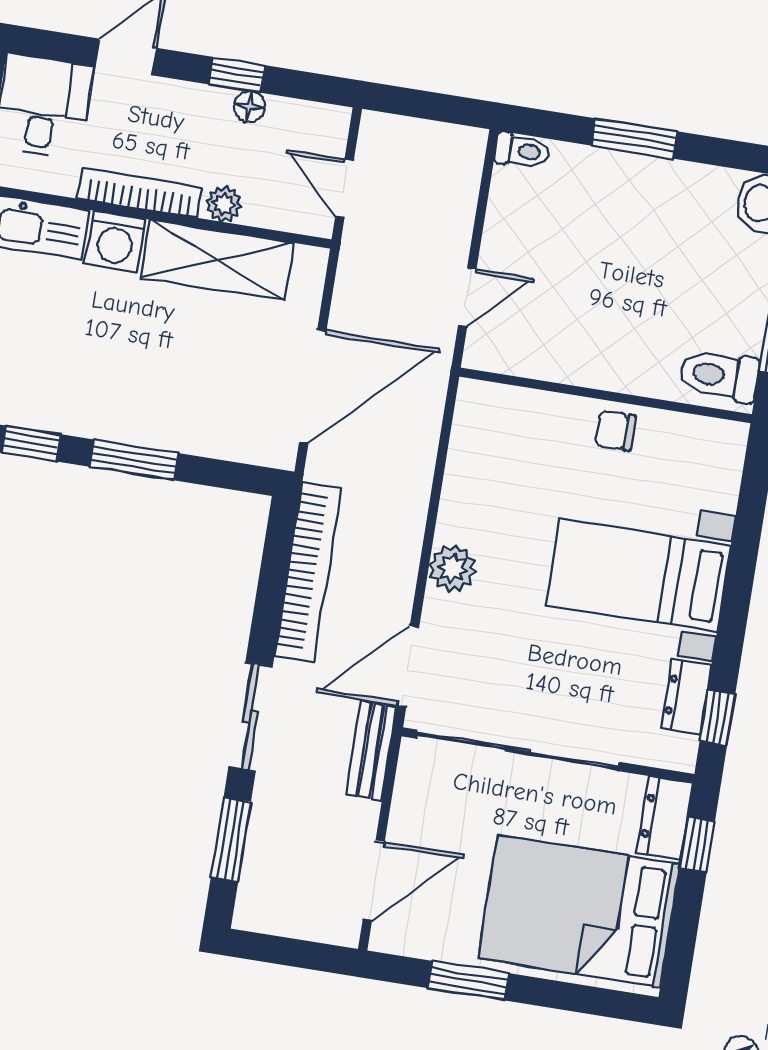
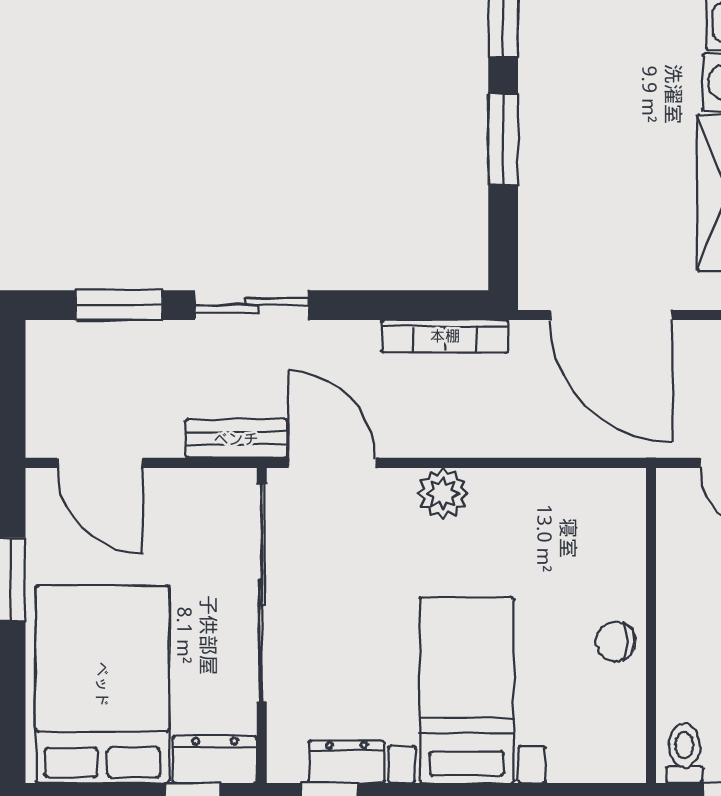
toilet: (719, 375) -> (684, 753), width x0.73, depth x0.72
chair: (615, 431) -> (616, 642), turned -90
bookcase: (308, 572) -> (445, 336), width x0.68, depth x0.76

